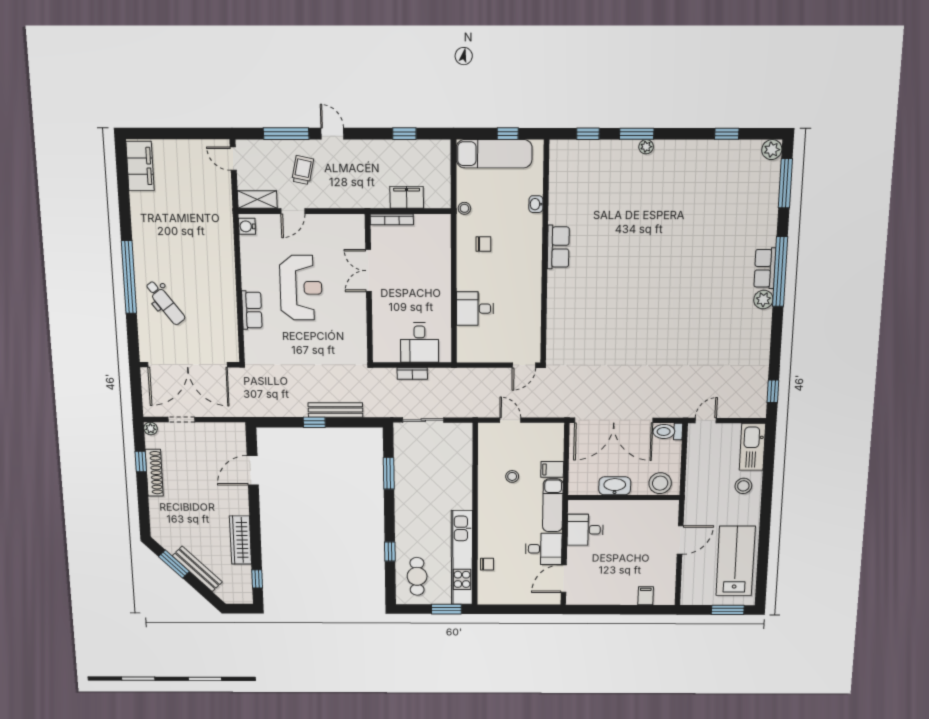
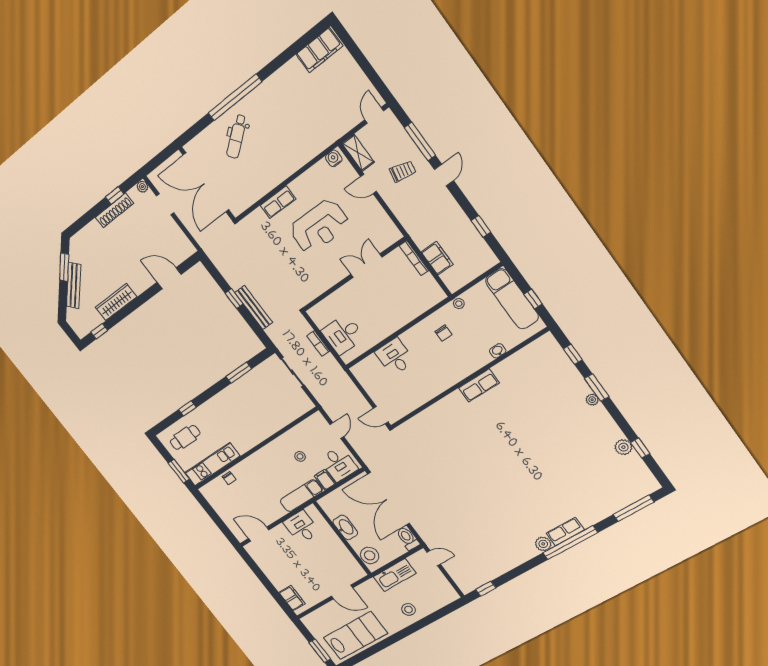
plant: (772, 150) -> (623, 447), moved
kitchen sink: (752, 447) -> (395, 575), moved, turned 180
desk: (544, 549) -> (339, 464), moved
kitchen unit: (462, 558) -> (212, 464), width x0.73
filing cabinet: (646, 596) -> (292, 598), width x2.00

